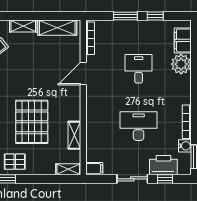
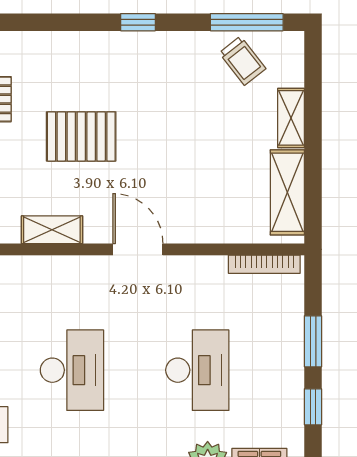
desk: (139, 69) -> (197, 370), width x1.37
door: (83, 73) -> (138, 249), moved
pallet: (32, 122) -> (81, 136), width x0.73, depth x0.71

